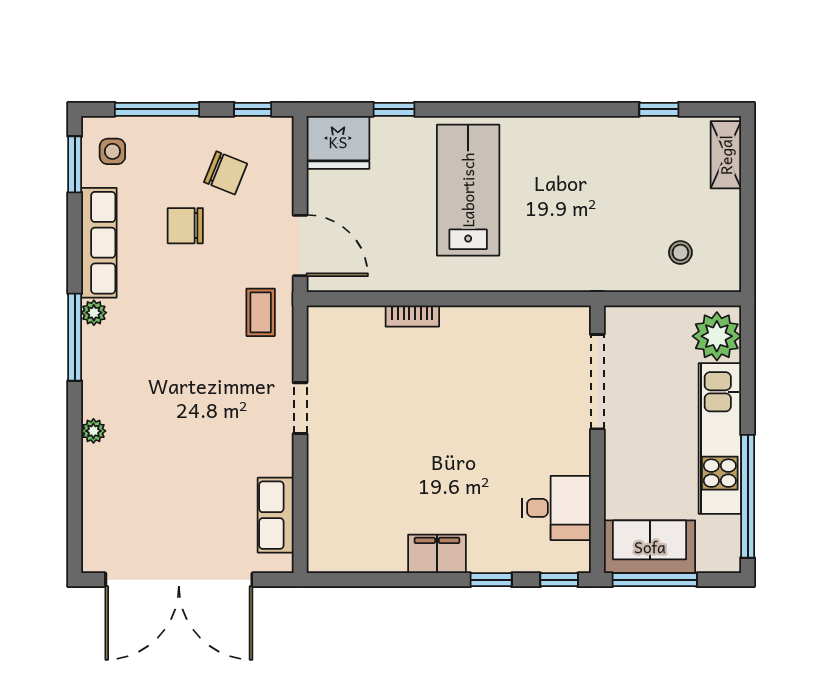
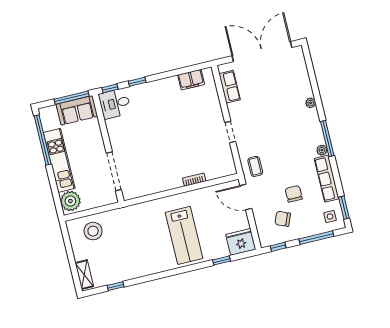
chair: (185, 226) -> (294, 194), turned -90
stool: (680, 252) -> (93, 231), width x1.89, depth x1.89
desk: (556, 508) -> (115, 104), moved
filing cabinet: (437, 554) -> (191, 80), moved

